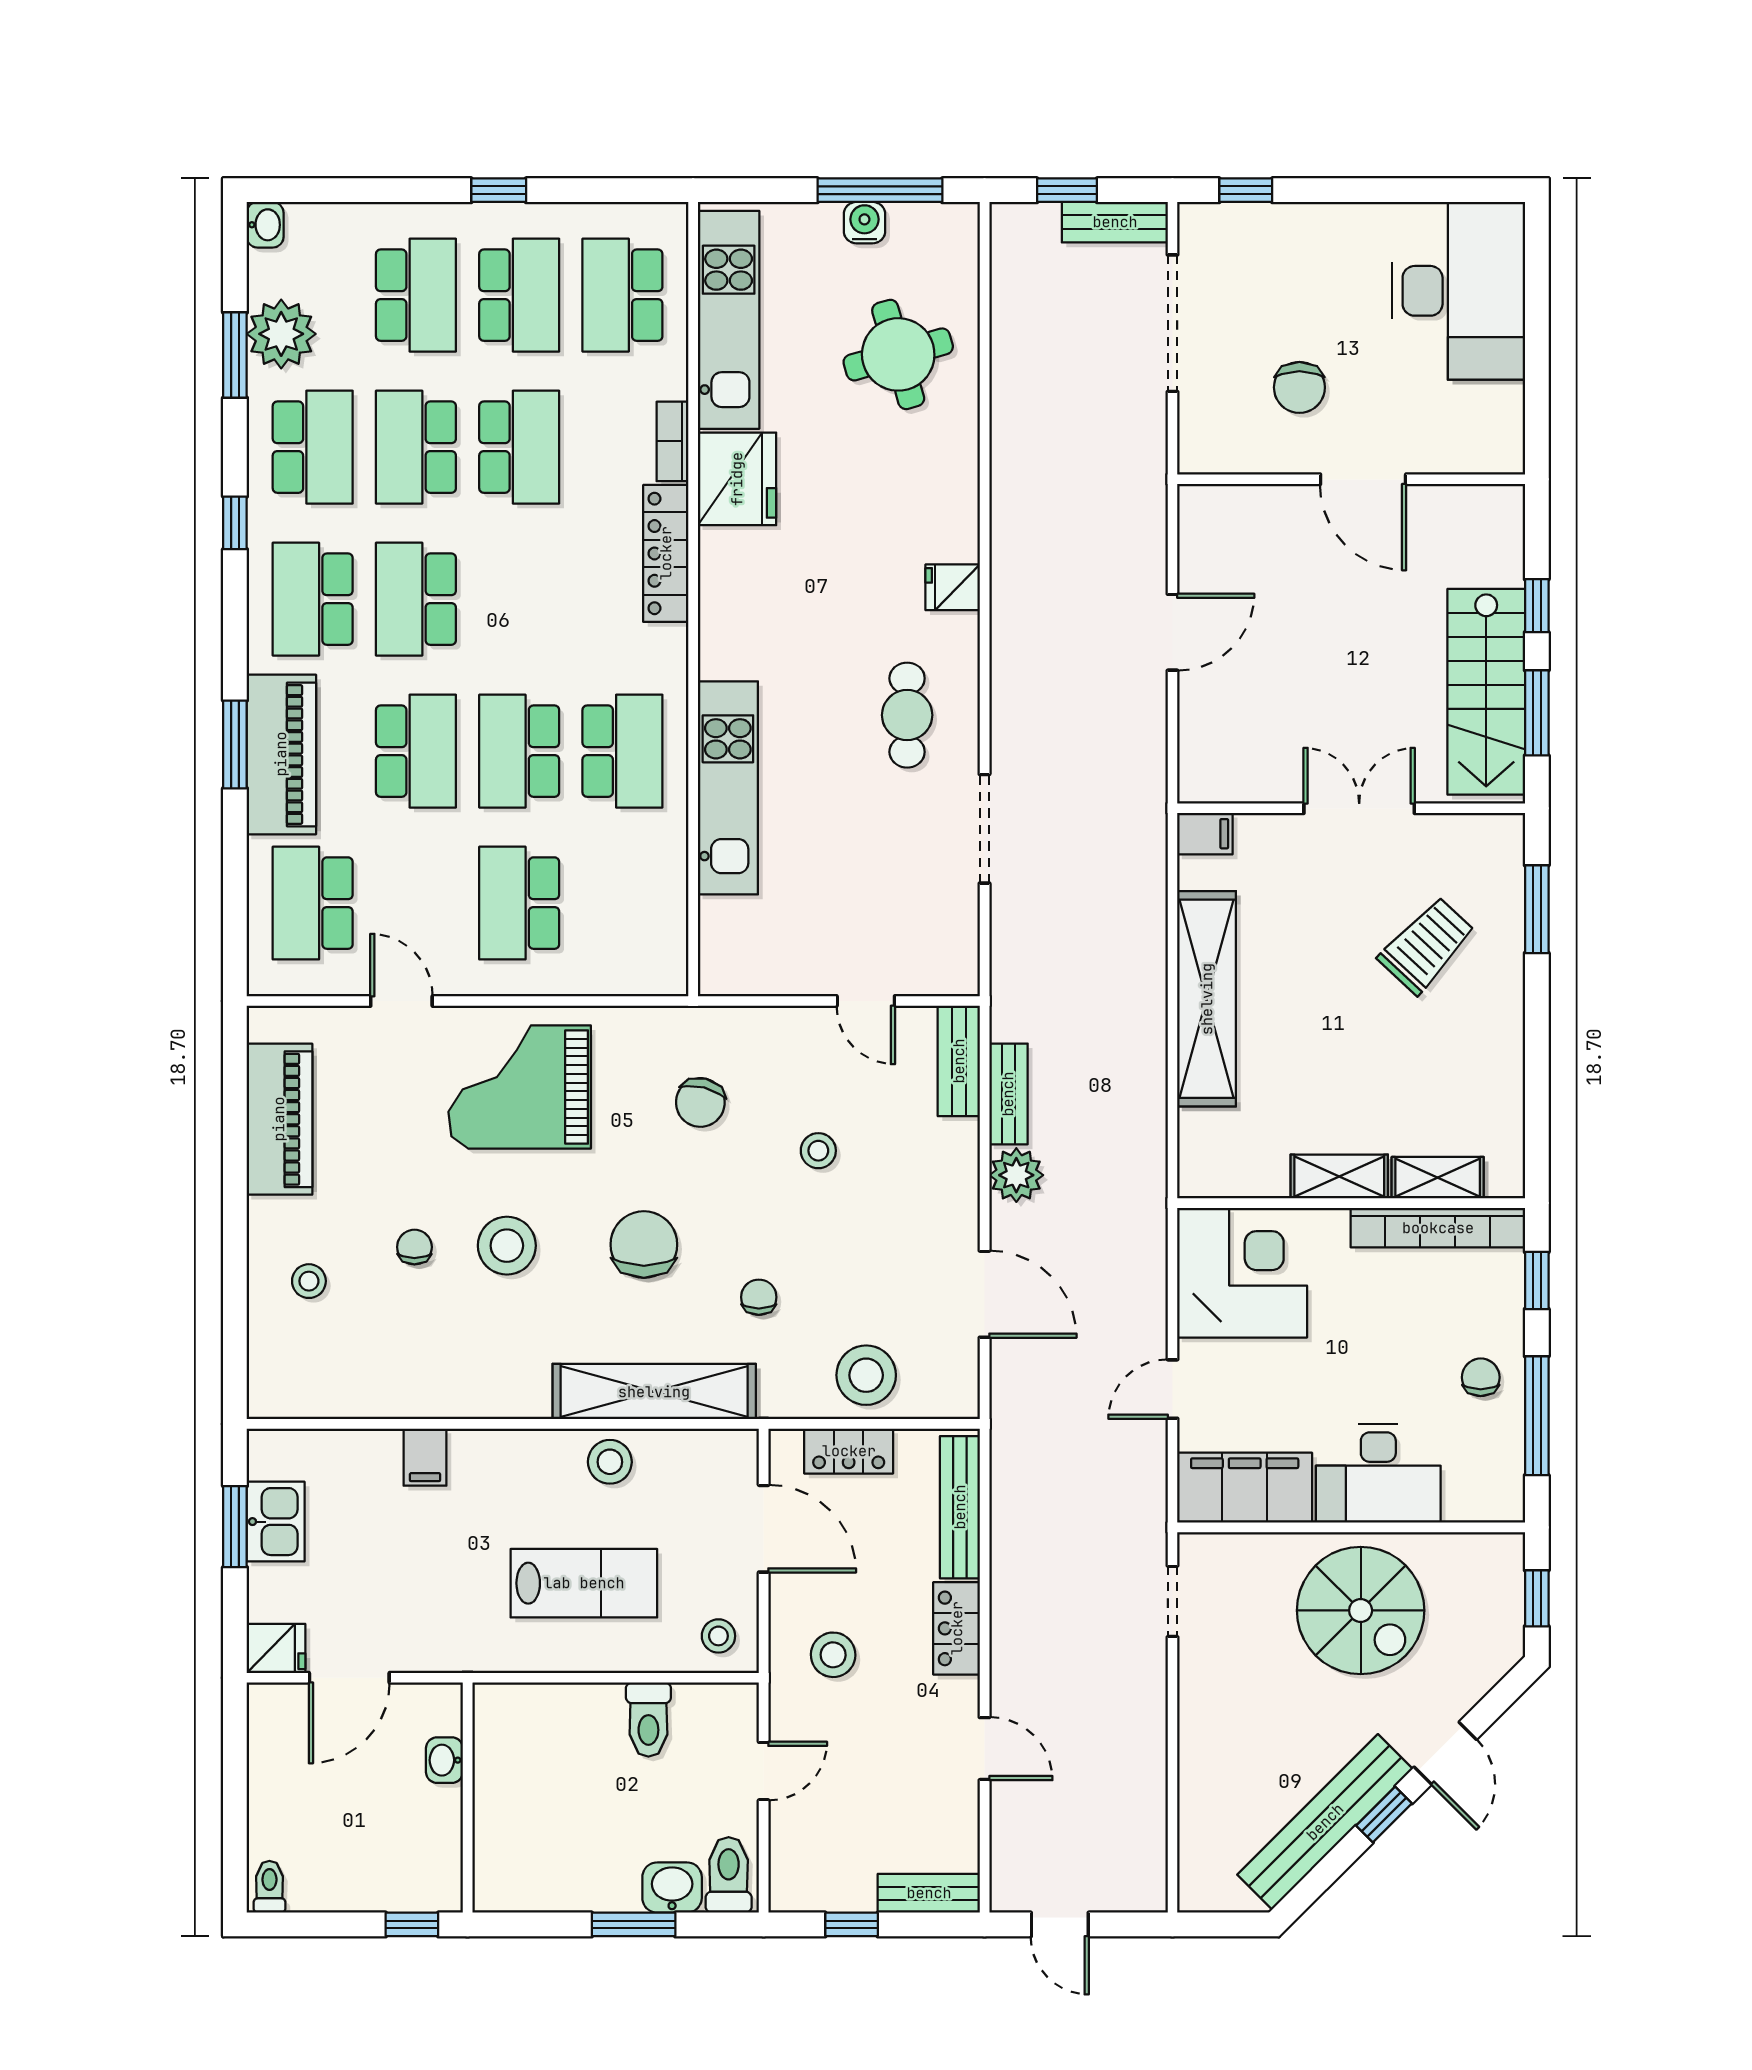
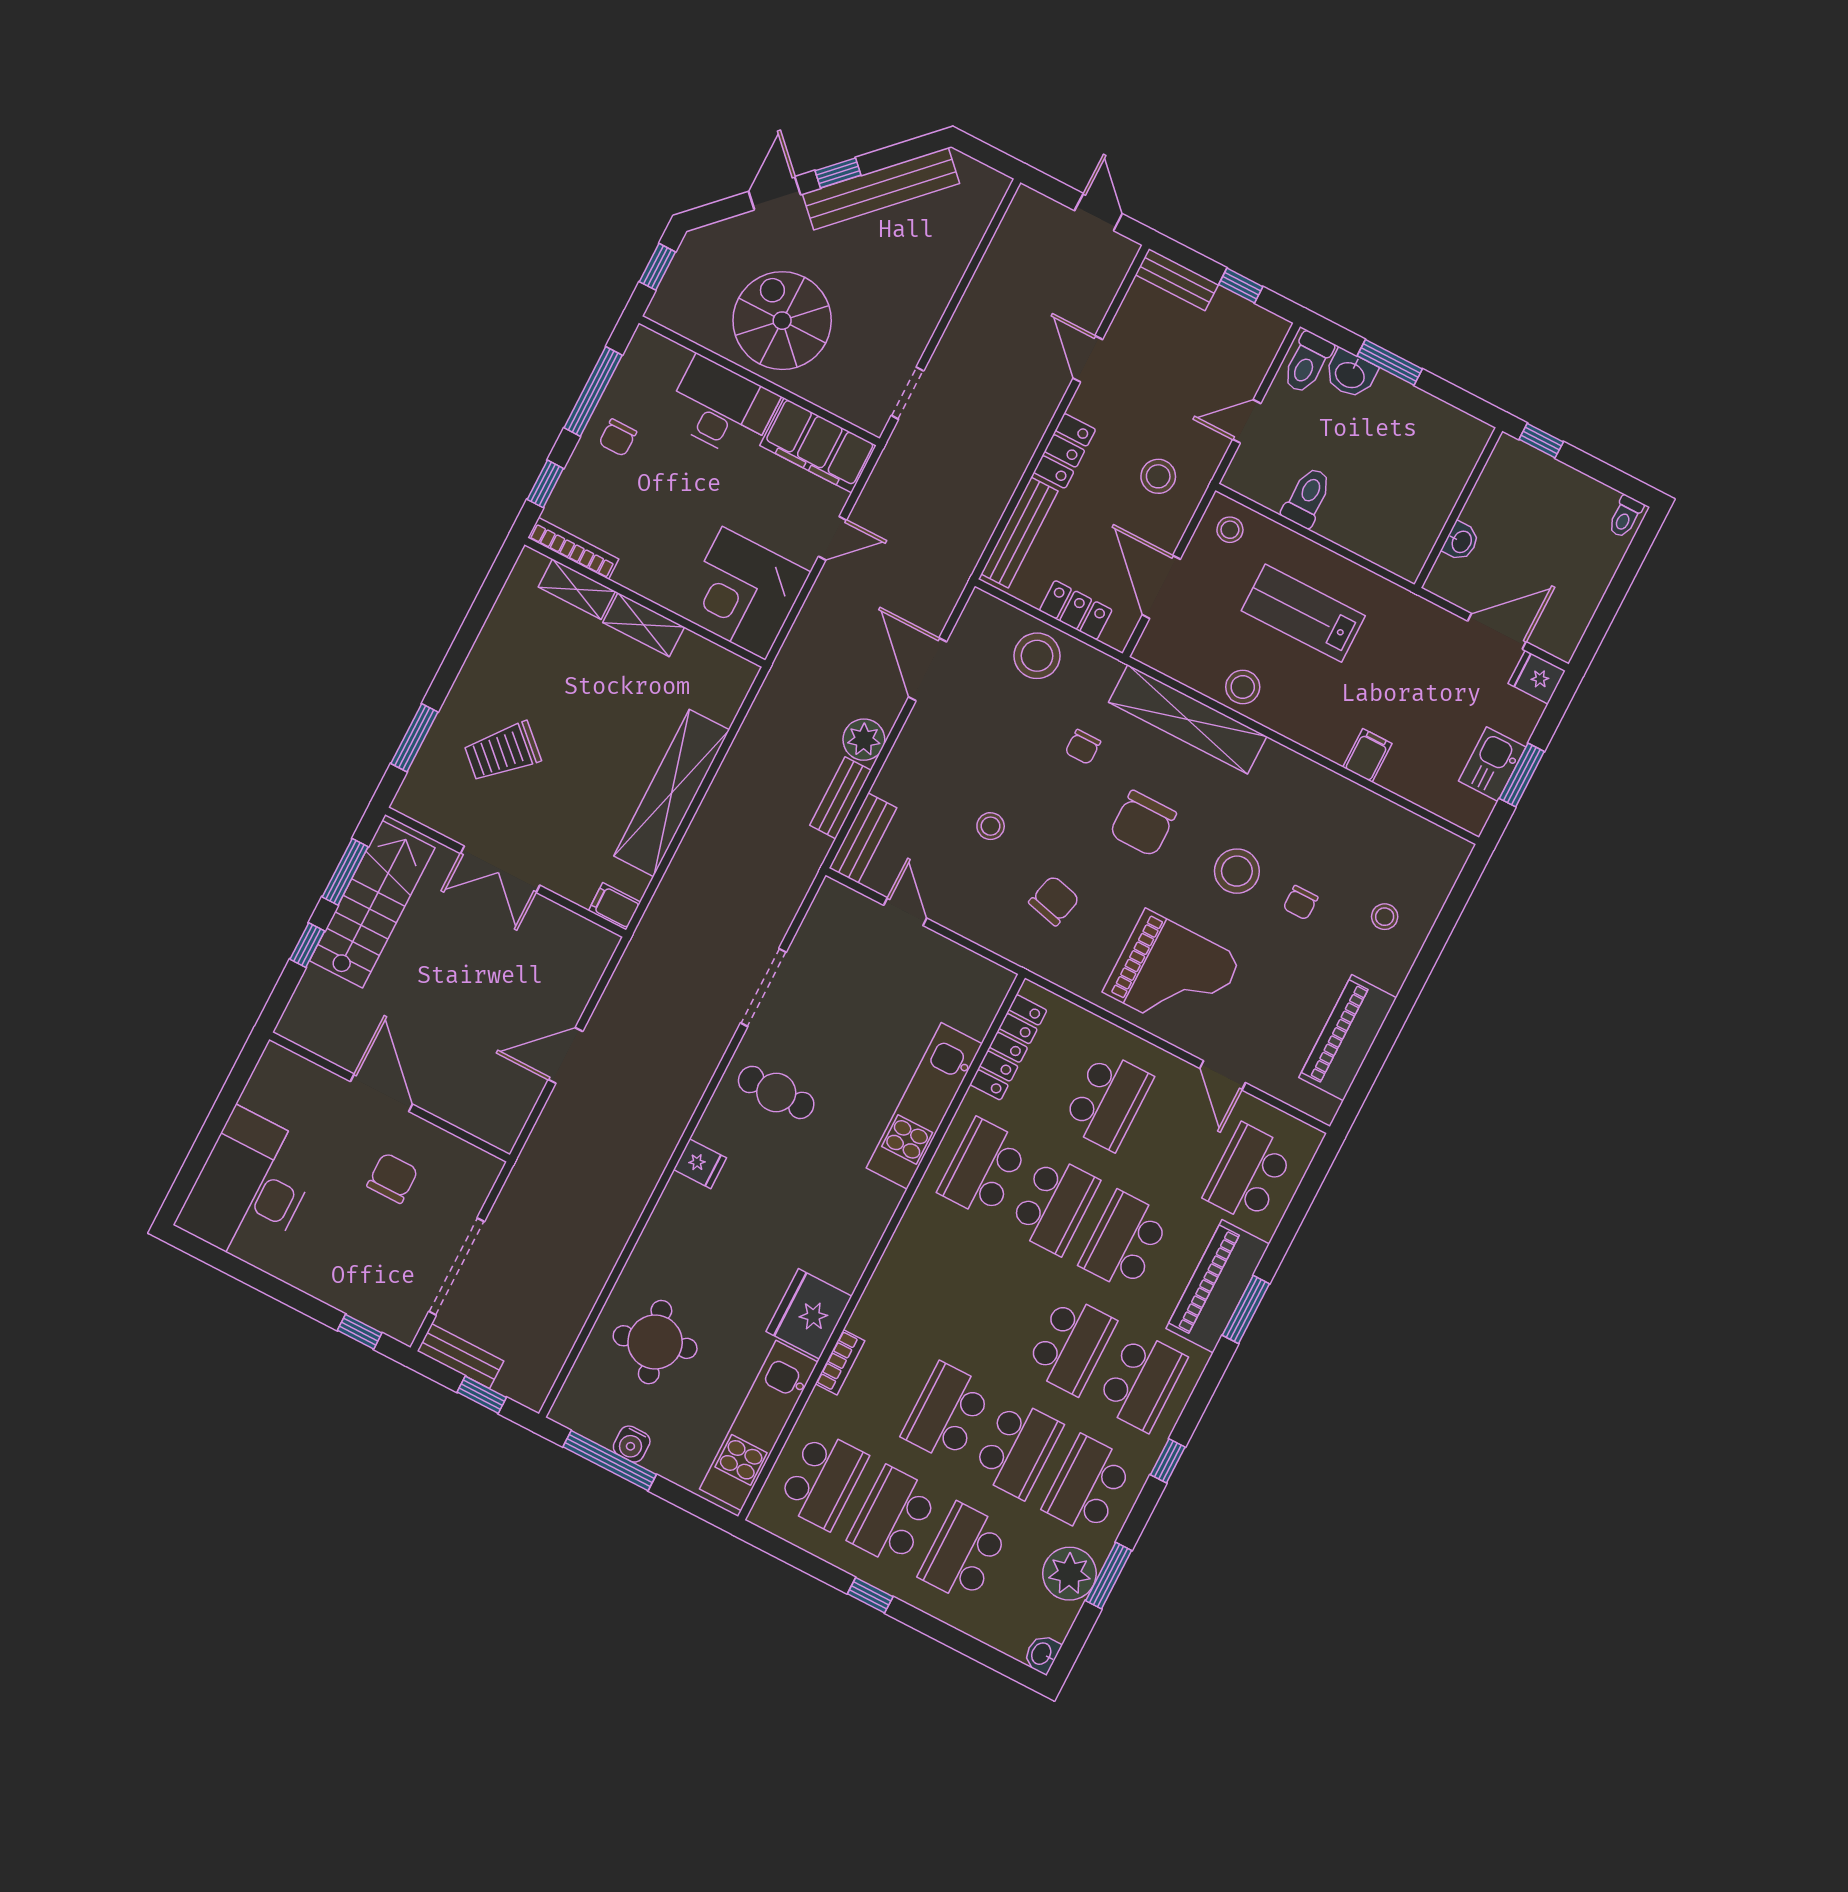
locker: (666, 553) -> (1008, 1047), moved
cafe table: (907, 715) -> (776, 1092), turned 90
school desk: (313, 903) -> (1249, 1174), turned 180
bookcase: (1438, 1228) -> (573, 548), width x0.68, depth x0.76

